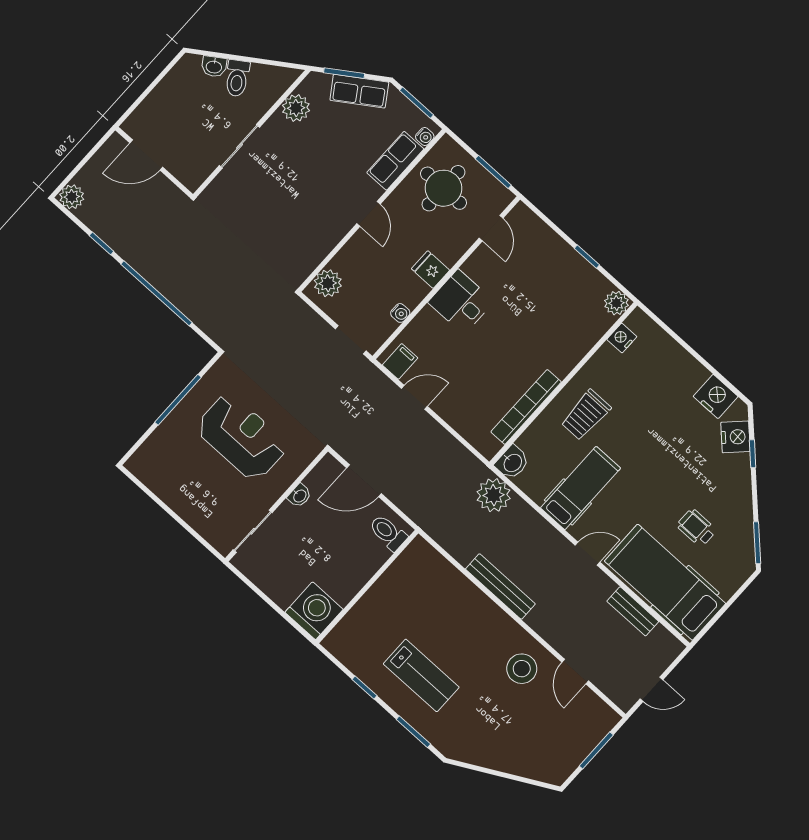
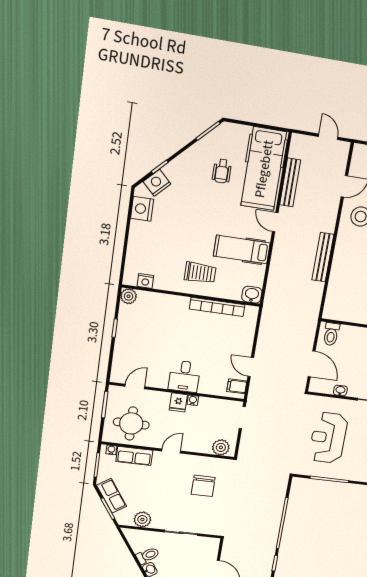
chair: (288, 223) -> (203, 486), added
water cooler: (400, 313) -> (193, 400), moved
plant: (494, 495) -> (276, 293), removed
bench: (633, 611) -> (290, 182), width x1.36

